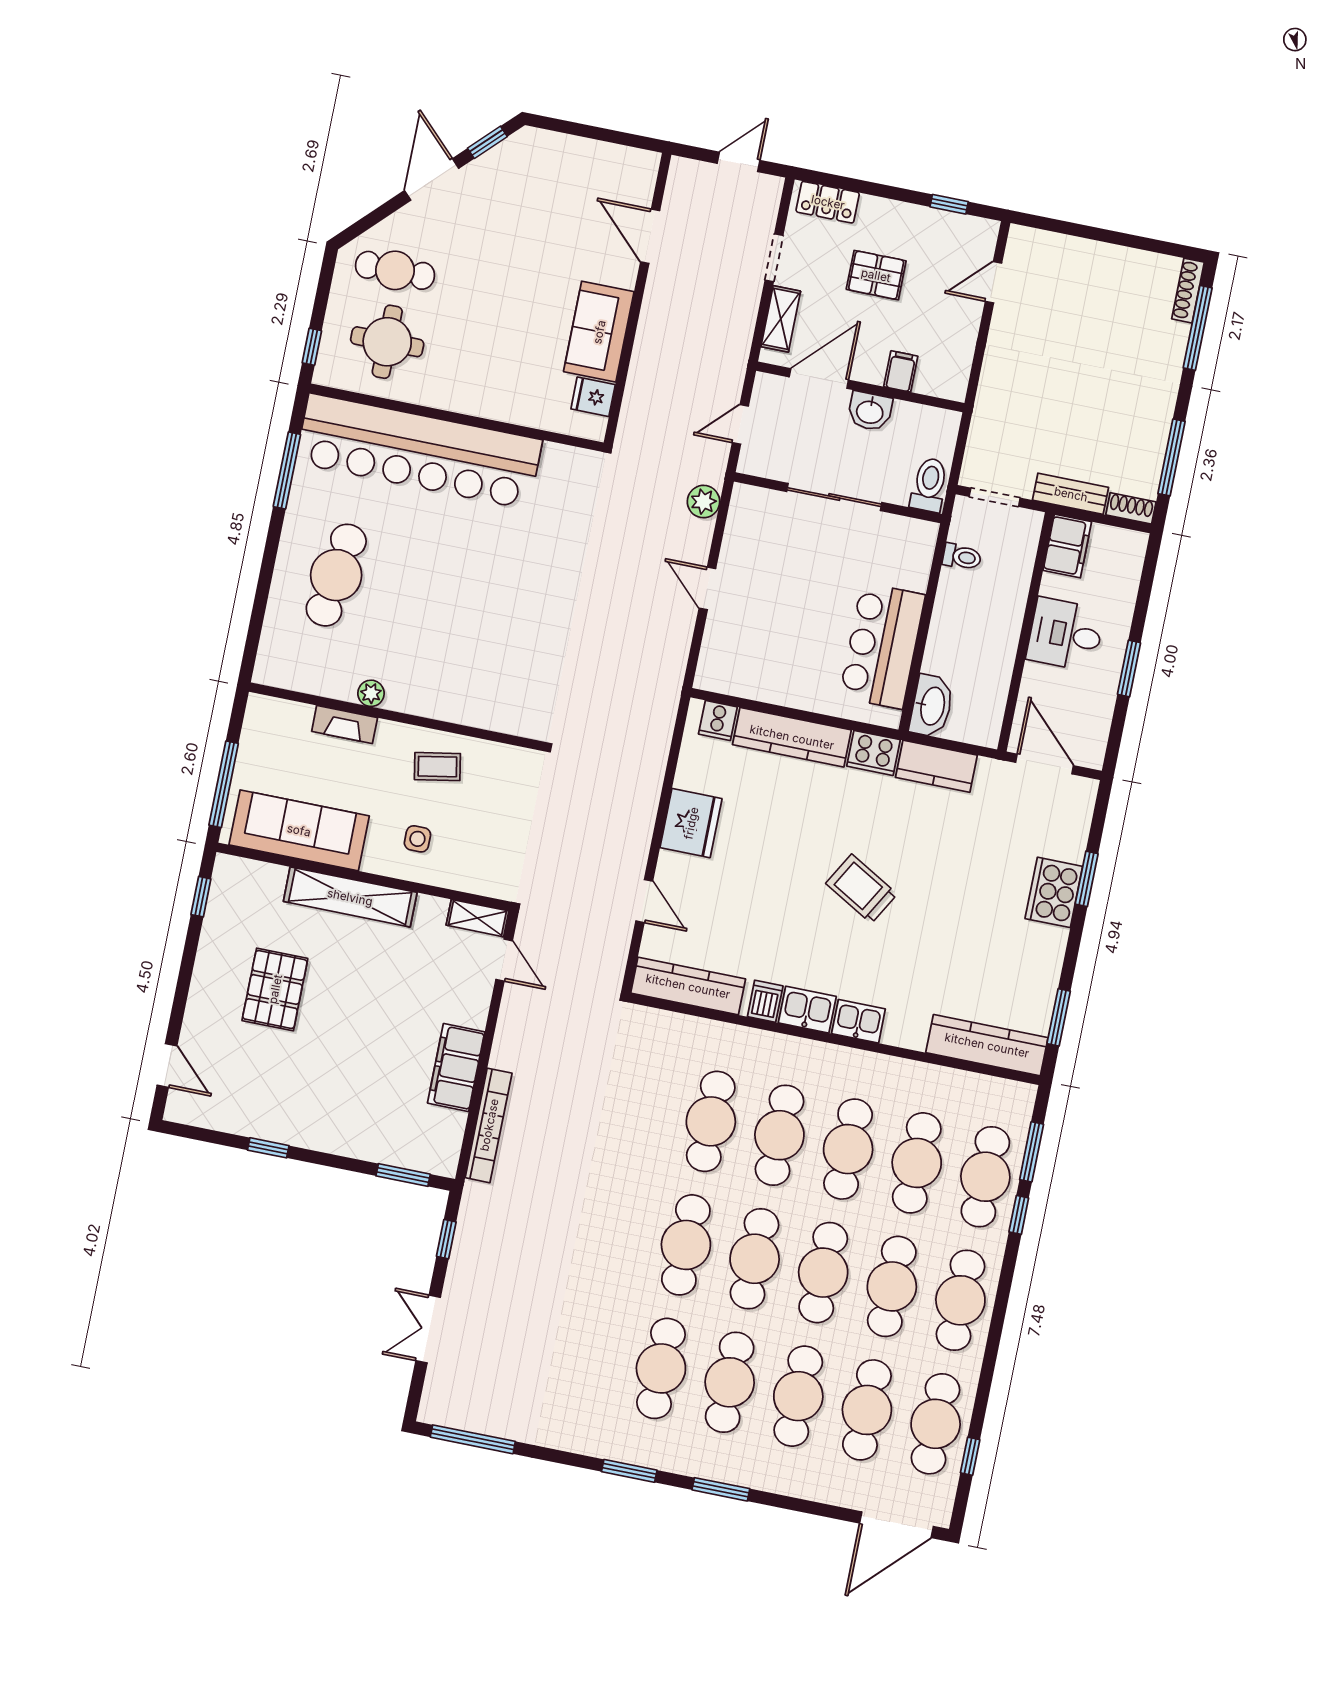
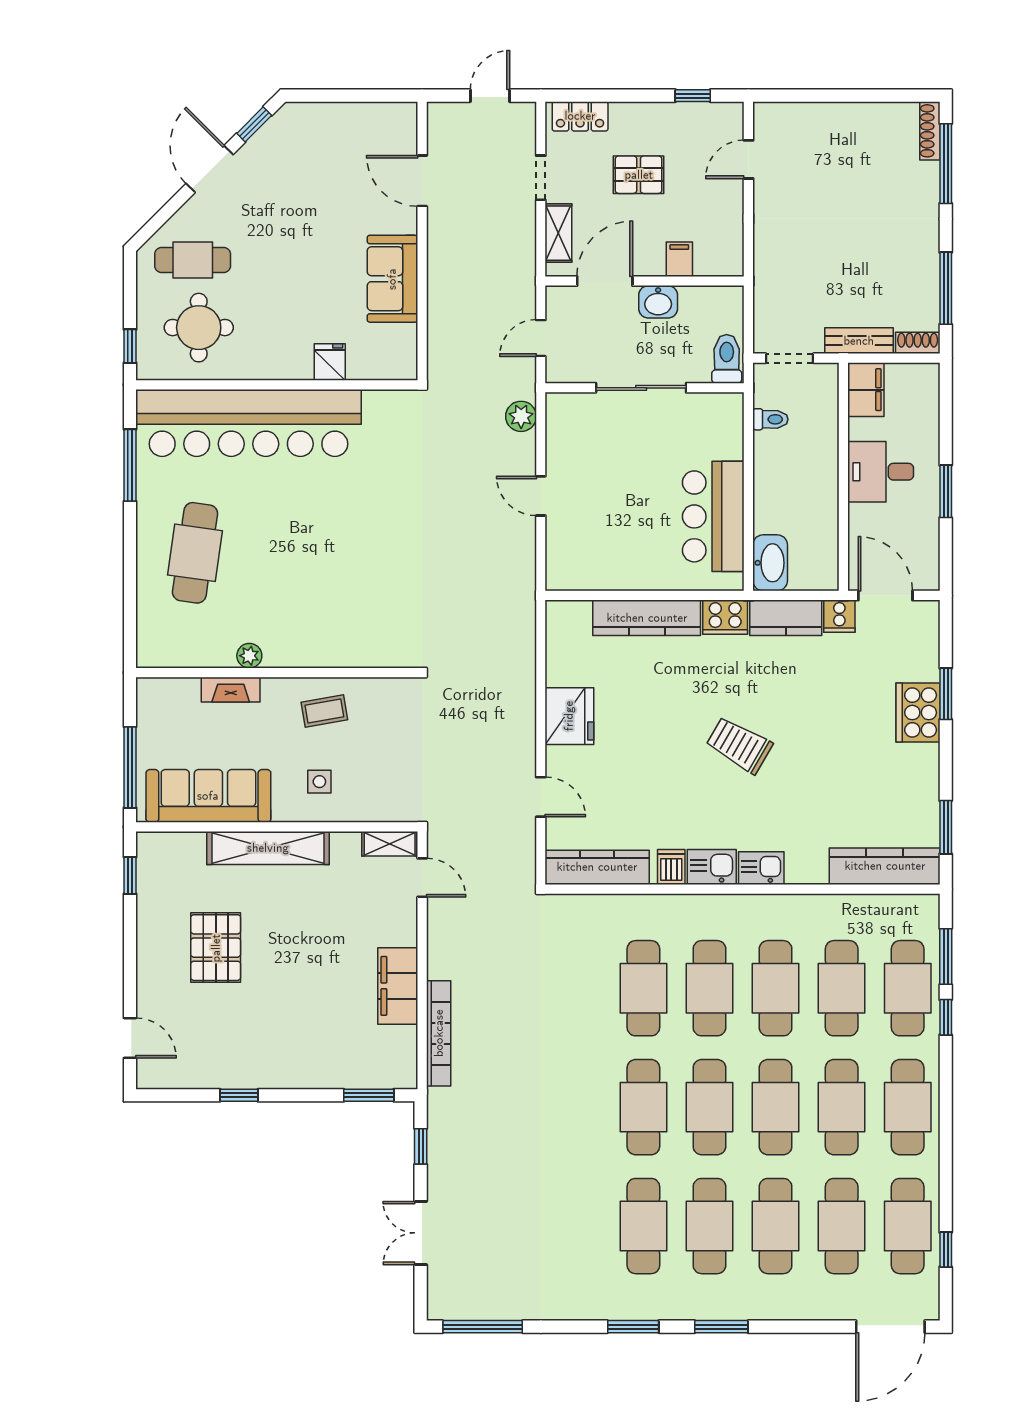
fridge: (593, 397) -> (330, 362), moved, turned 90
cooker: (718, 720) -> (839, 616), moved

